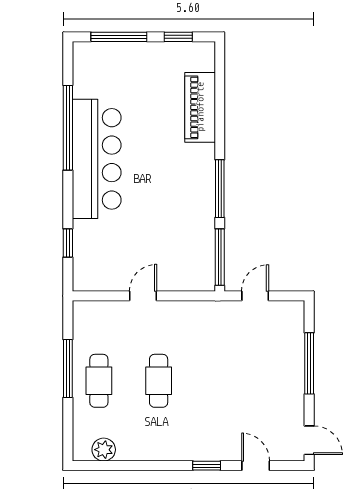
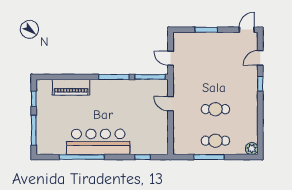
door: (143, 296) -> (171, 104), moved
window: (309, 363) -> (206, 30), width x0.69
plant: (104, 450) -> (252, 149), moved

